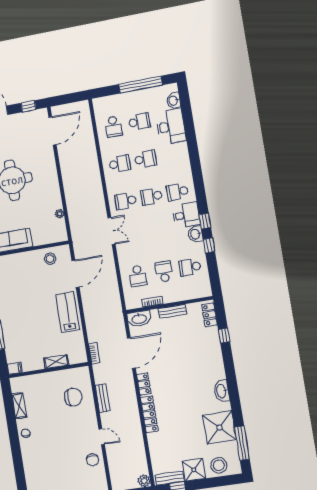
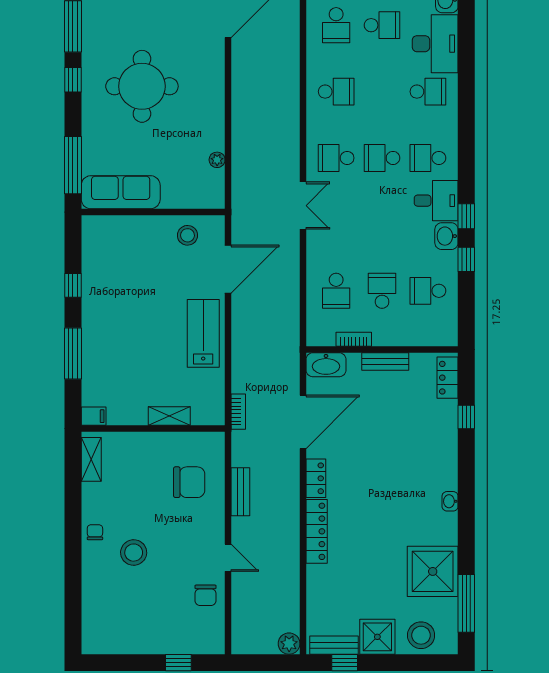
school desk: (145, 159) -> (428, 92), moved
washbasin: (222, 391) -> (450, 501), width x0.52, depth x0.69
shelving: (19, 406) -> (91, 459), moved
stool: (49, 442) -> (134, 553), added

